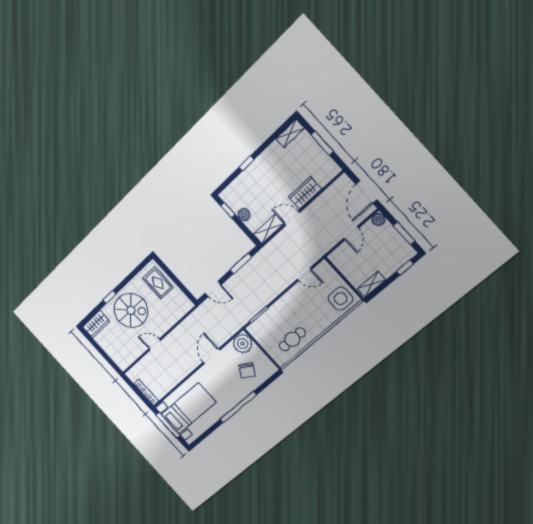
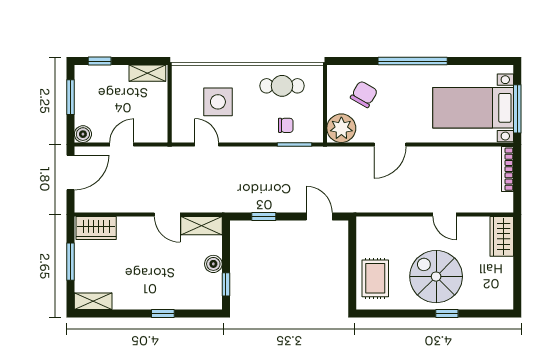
wardrobe: (305, 193) -> (96, 228), moved
window: (241, 264) -> (264, 216), width x0.67
side table: (341, 299) -> (218, 102), moved
chair: (272, 321) -> (286, 125), added
wardrobe: (96, 324) -> (502, 236), moved, turned -90

